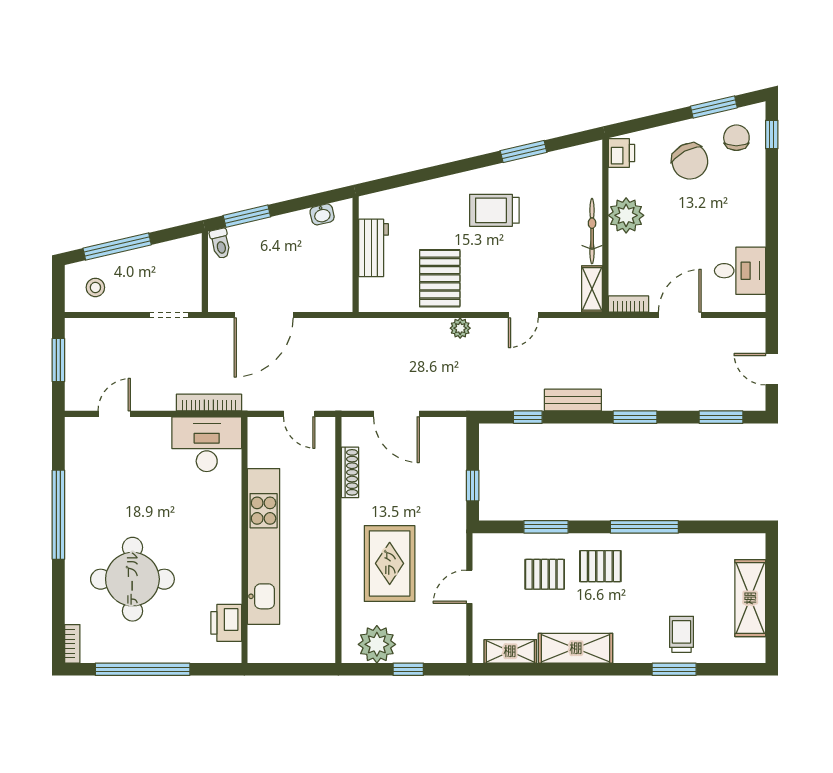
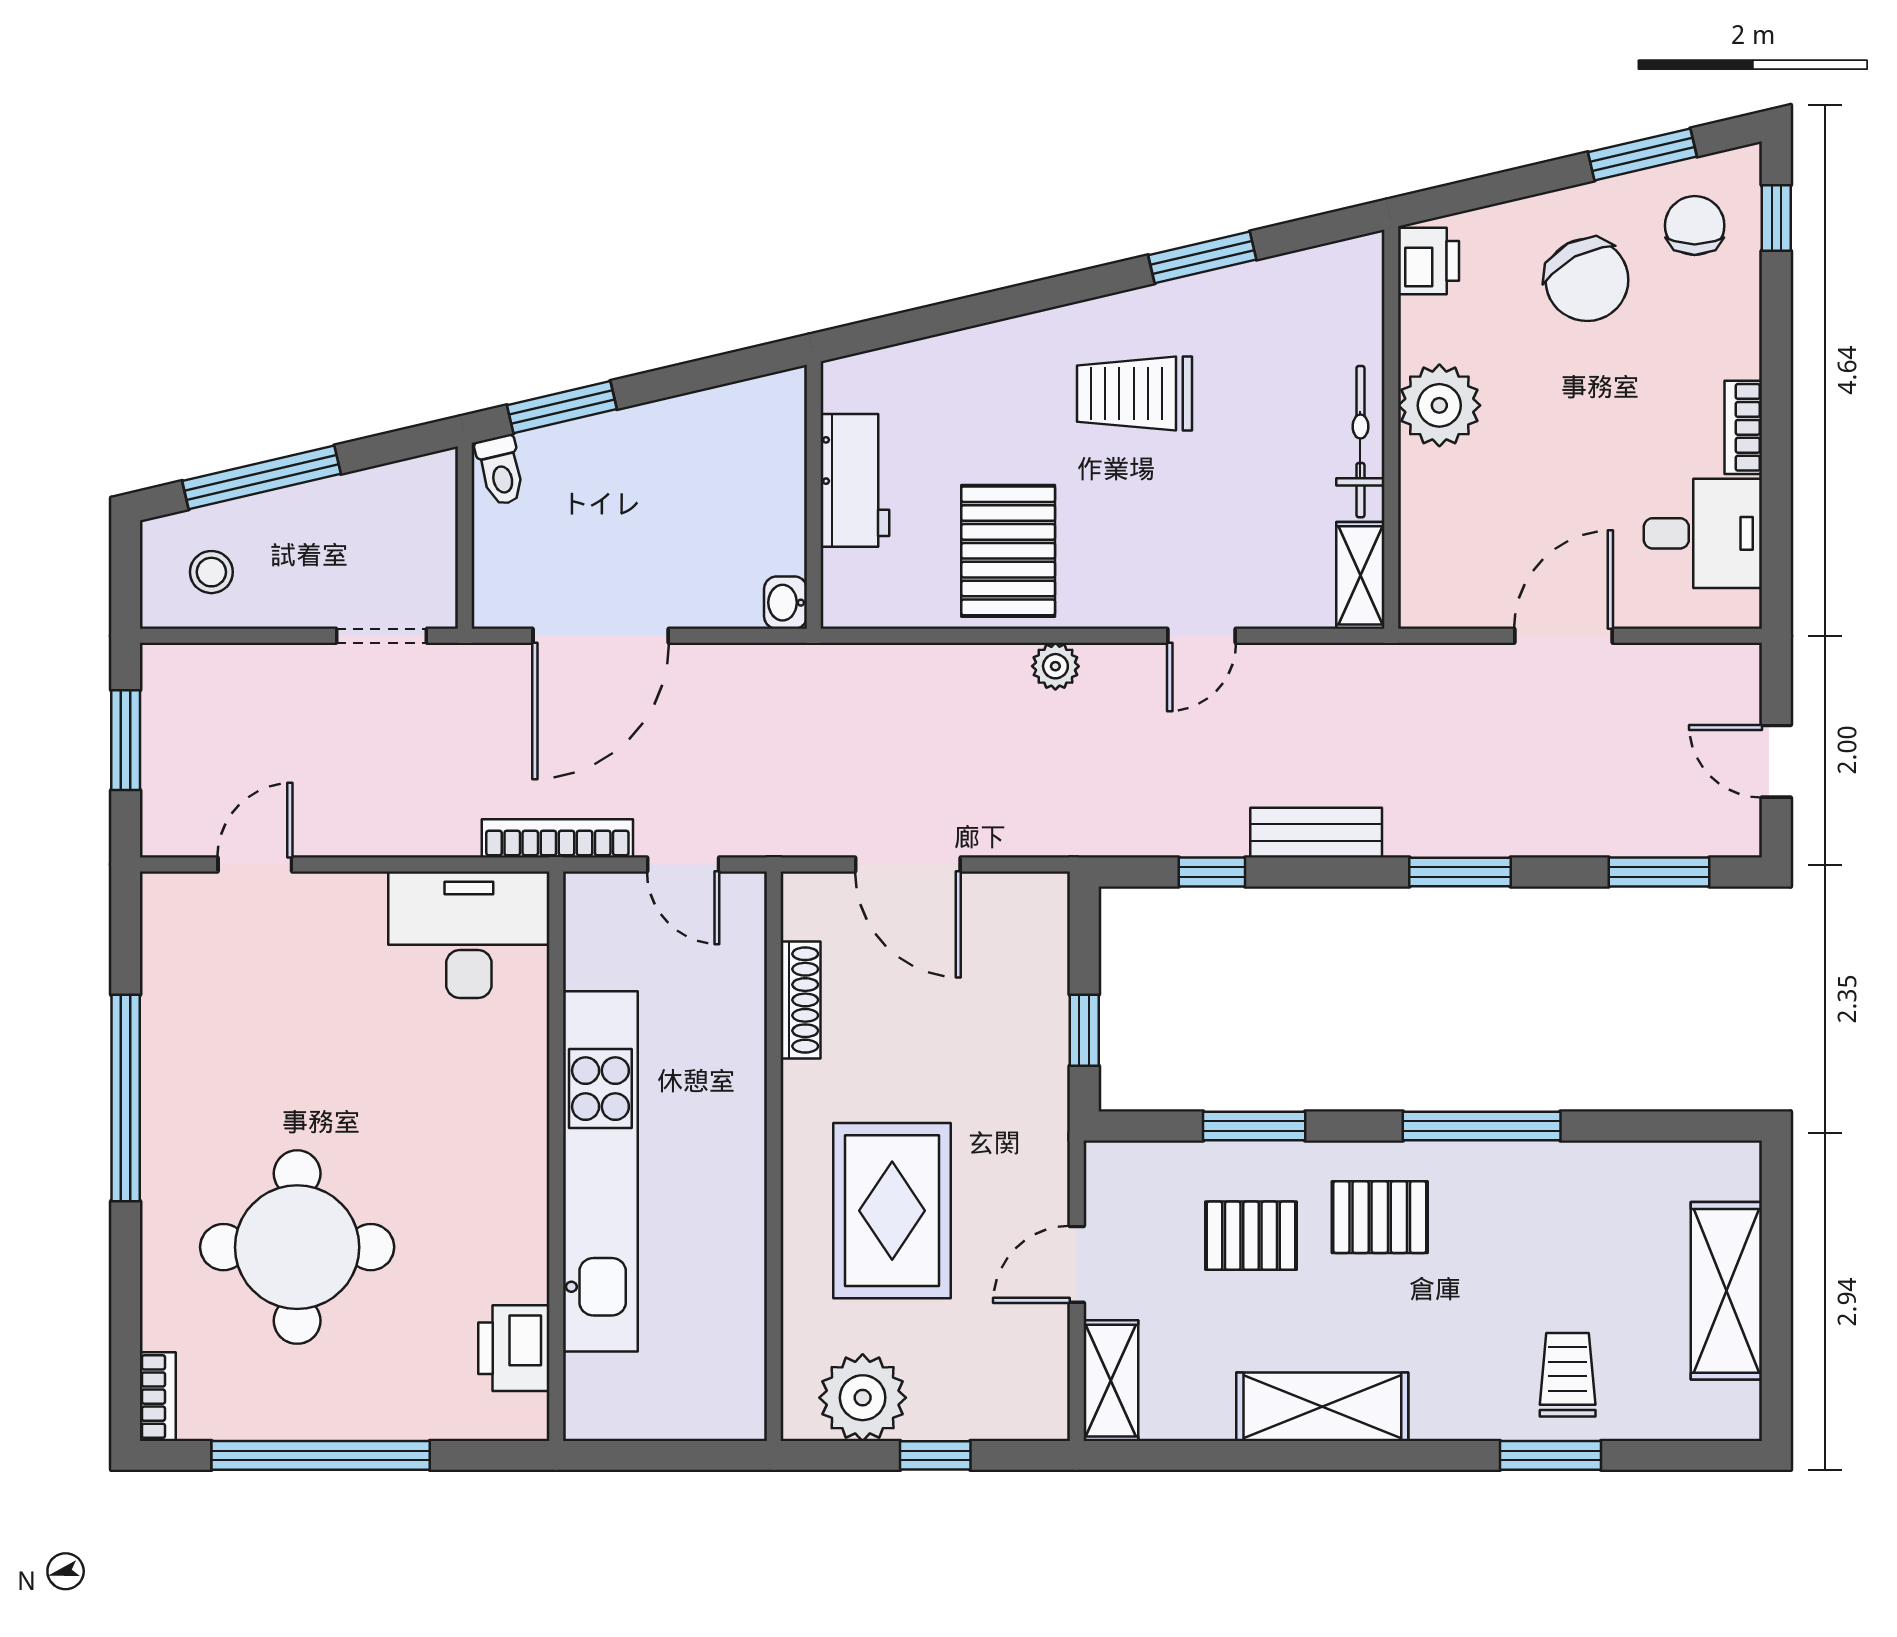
washbasin: (322, 214) -> (786, 603), moved, turned 103
bookcase: (629, 304) -> (1743, 427), moved, turned -90
bookcase: (209, 403) -> (557, 838), moved
shelving: (510, 651) -> (1111, 1381), moved, turned 90

